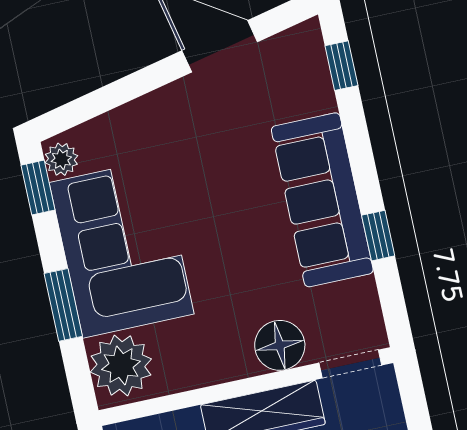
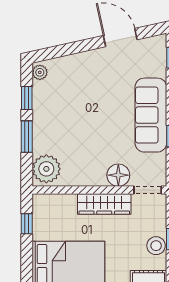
window: (38, 188) -> (27, 98), moved
corner sofa: (122, 248) -> (58, 117), removed

